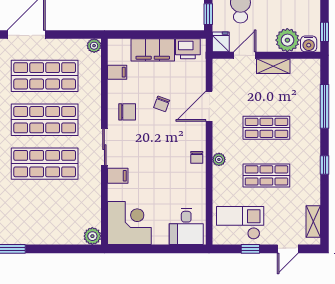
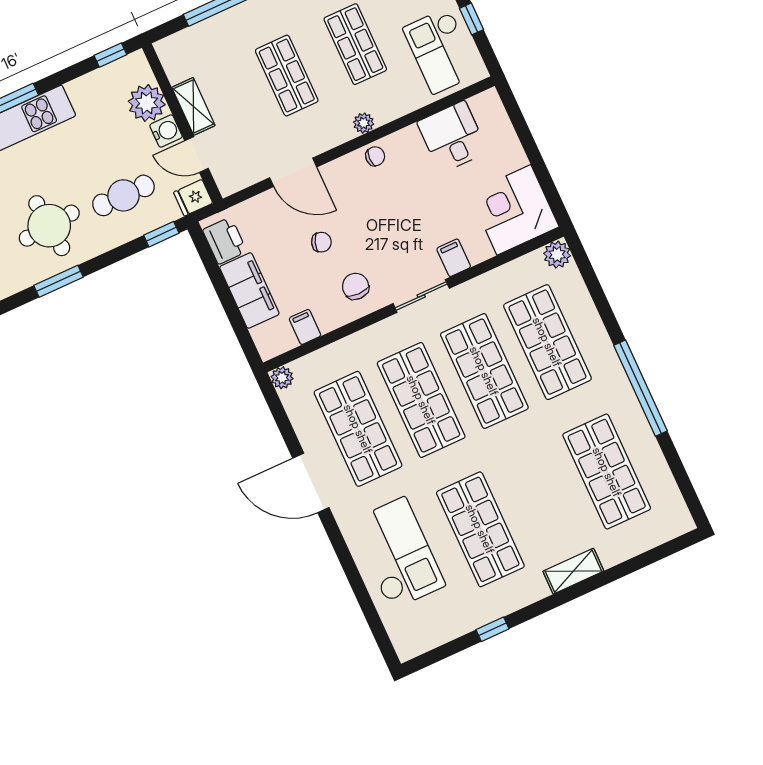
water cooler: (309, 44) -> (166, 131), moved
shop shelf: (45, 208) -> (547, 342), added
desk: (186, 227) -> (452, 137), moved, turned -90

